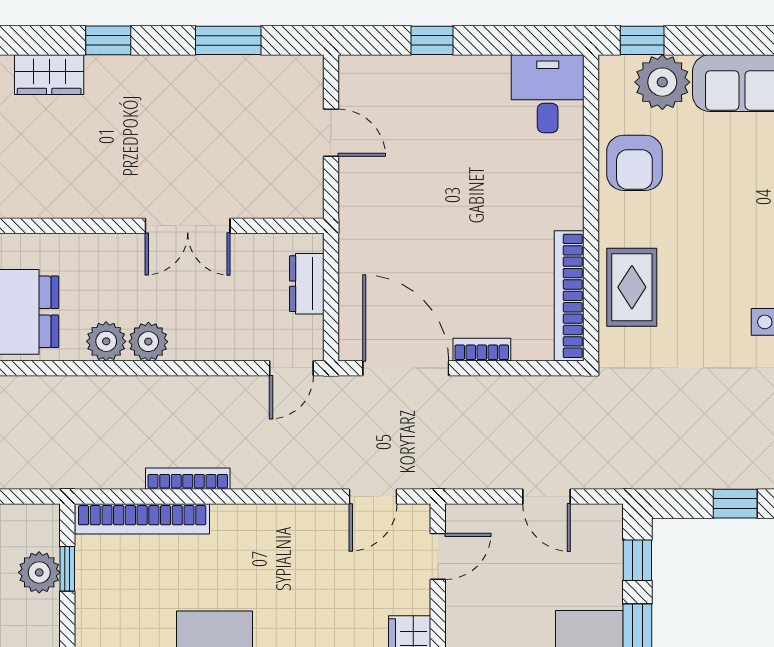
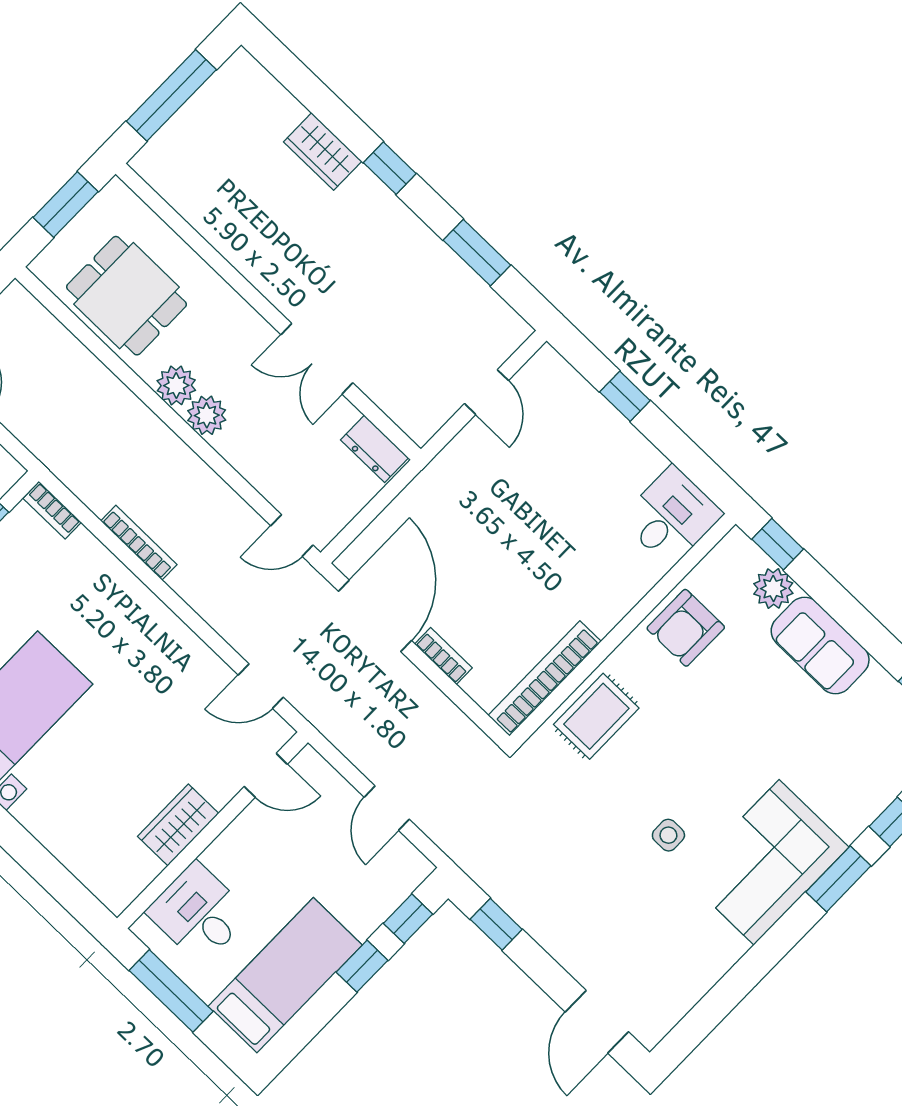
plant: (662, 82) -> (773, 588), width x0.73, depth x0.73
dresser: (307, 284) -> (375, 449), moved, turned -90
window: (735, 504) -> (496, 924), moved
bookcase: (142, 519) -> (52, 510), width x0.43, depth x0.76

